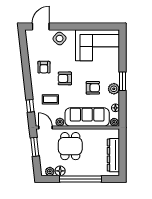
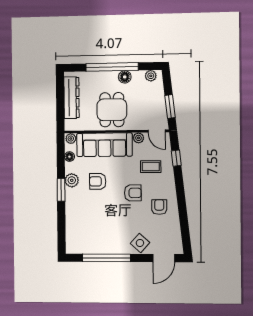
window: (86, 27) -> (106, 258), added
corner sofa: (97, 45) -> (92, 235), removed
dining table: (70, 146) -> (112, 110), moved
floor lamp: (60, 171) -> (125, 77), moved

